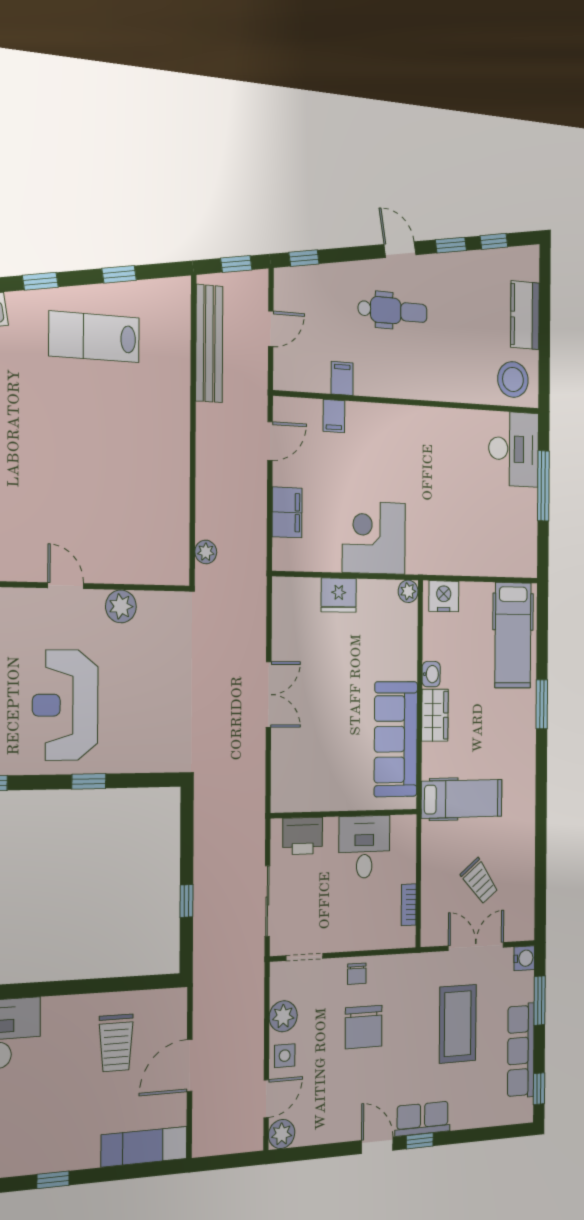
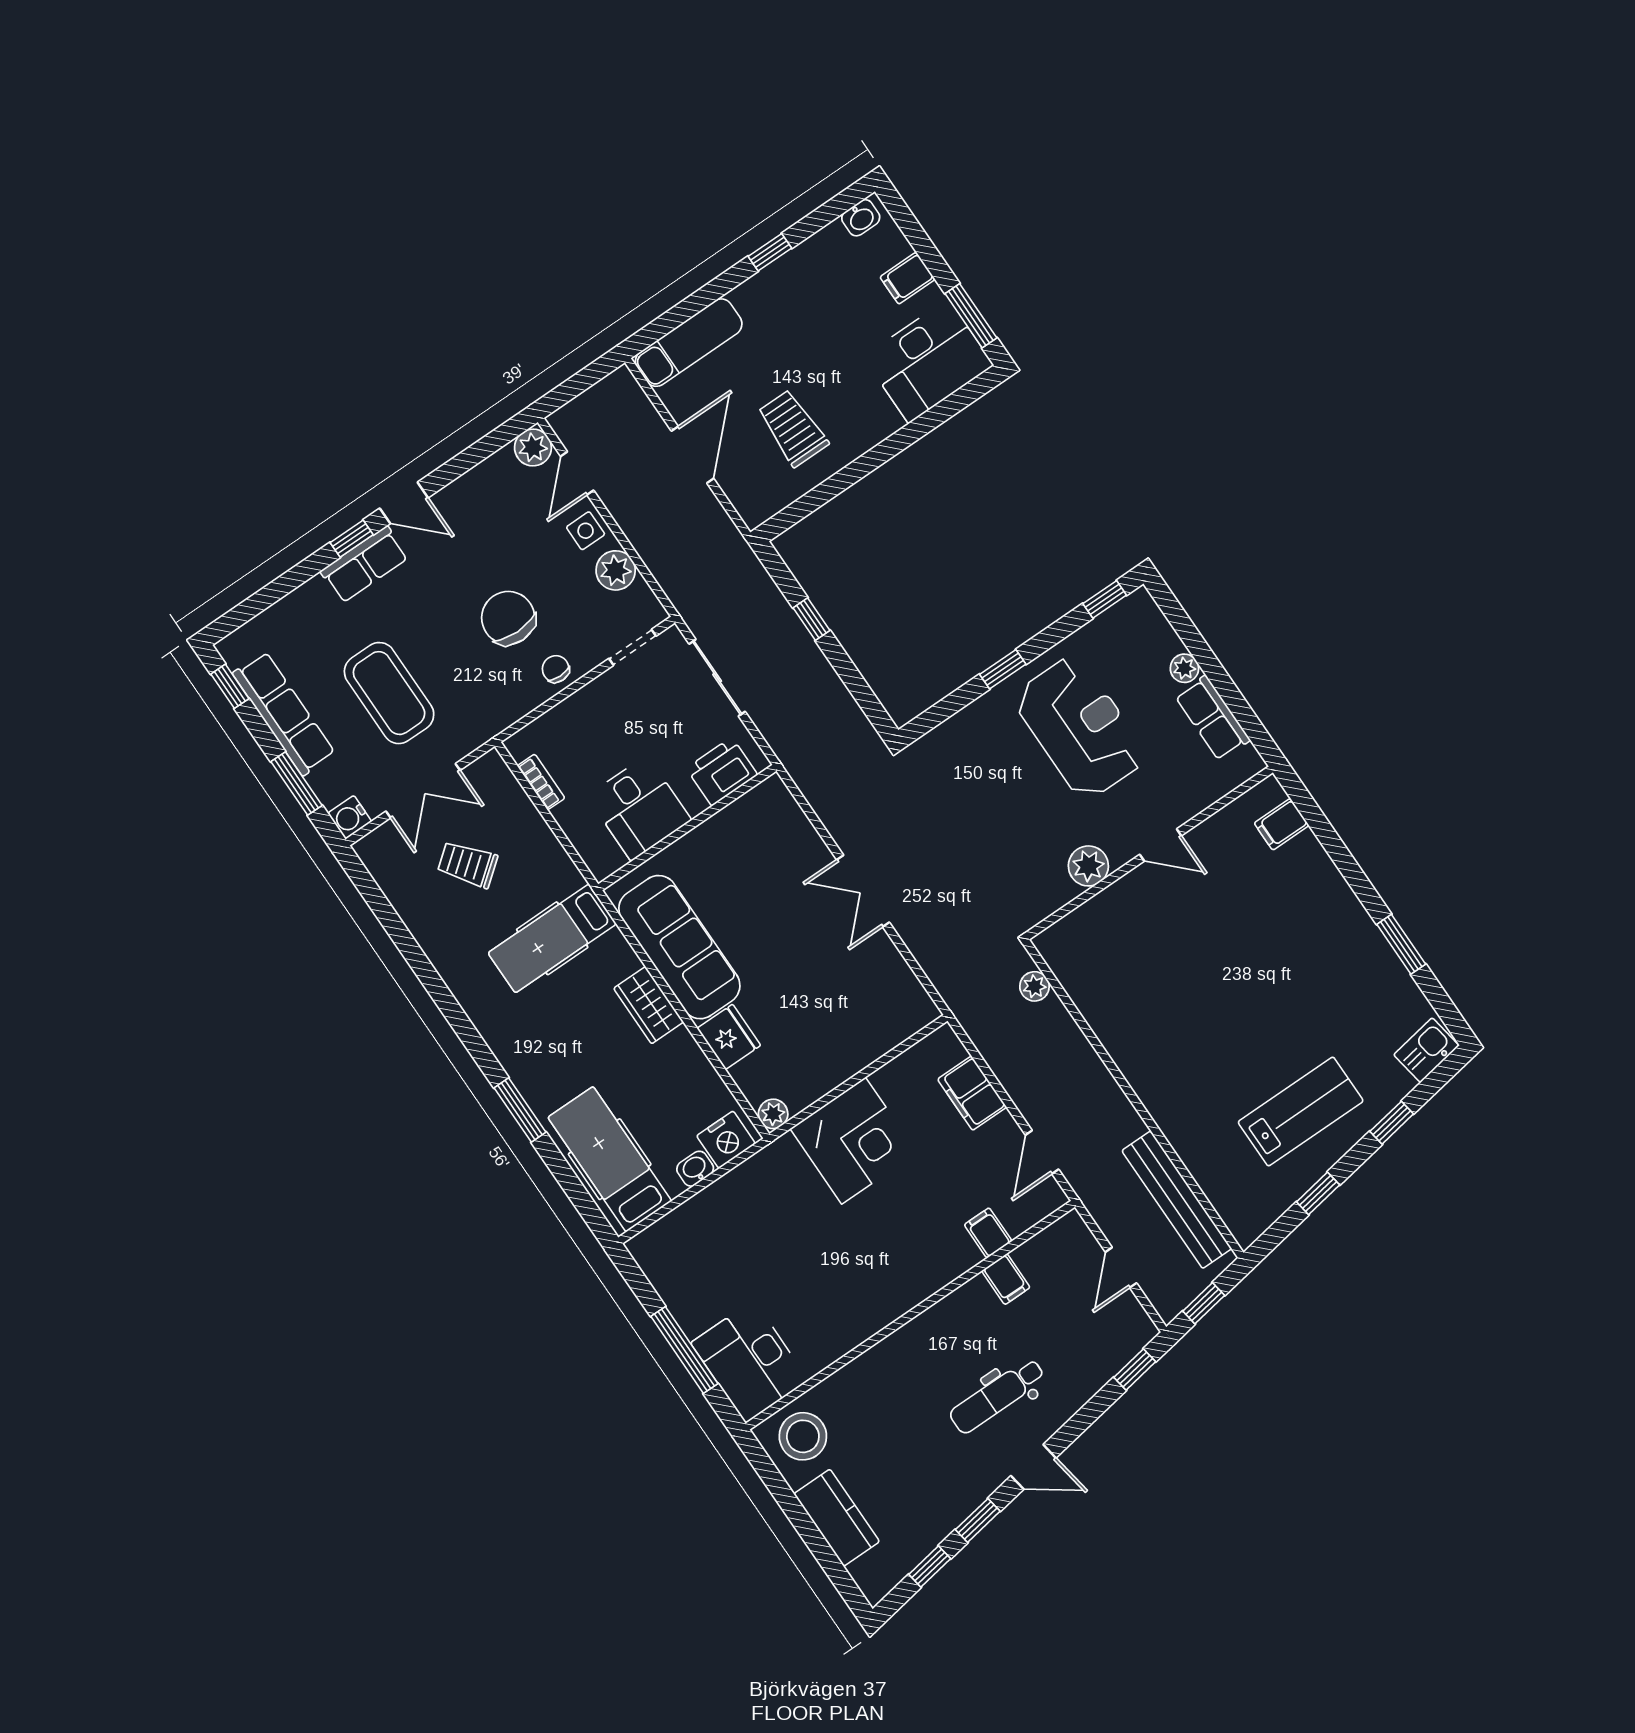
fridge: (339, 595) -> (729, 1037), moved, turned 90
washbasin: (431, 674) -> (695, 1169), moved, turned 90

